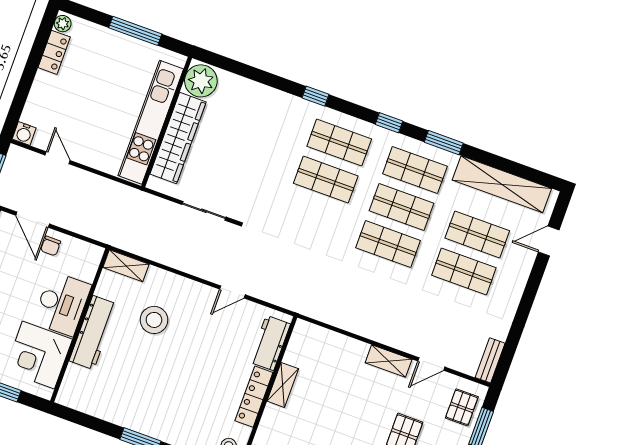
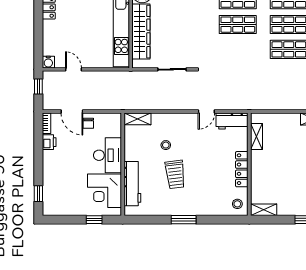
stool: (154, 320) -> (166, 145), width x0.53, depth x0.53
workbench: (93, 332) -> (132, 184), moved
workbench: (270, 343) -> (232, 121), moved, turned -90
trolley: (152, 369) -> (175, 174), added
shelving: (283, 385) -> (256, 137), moved

